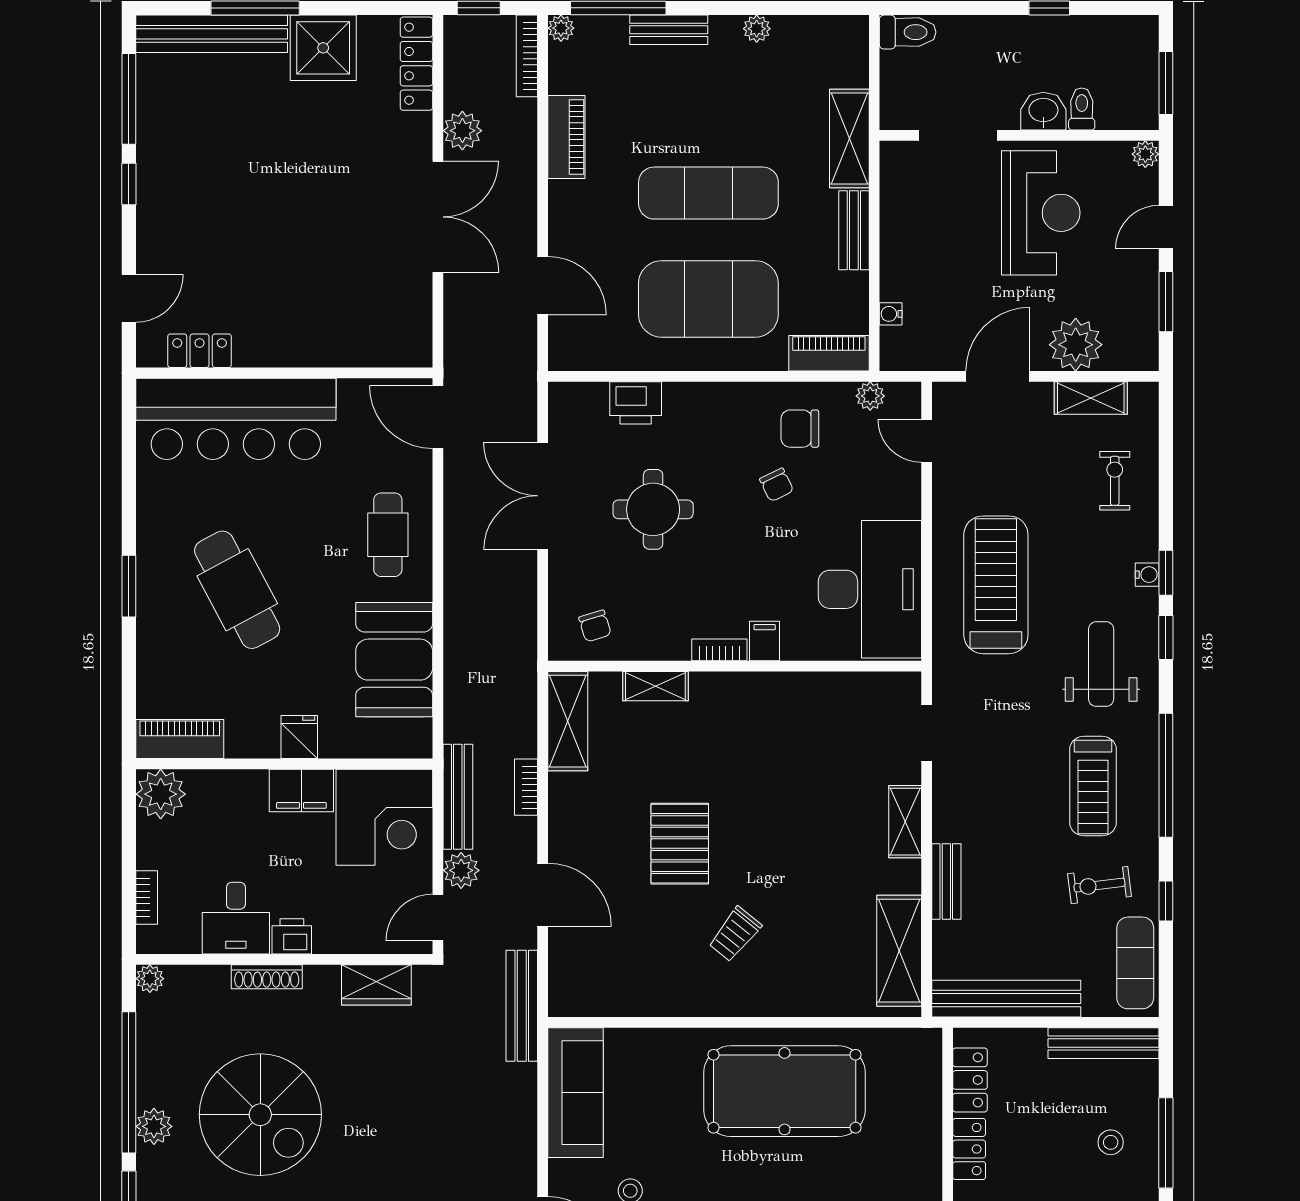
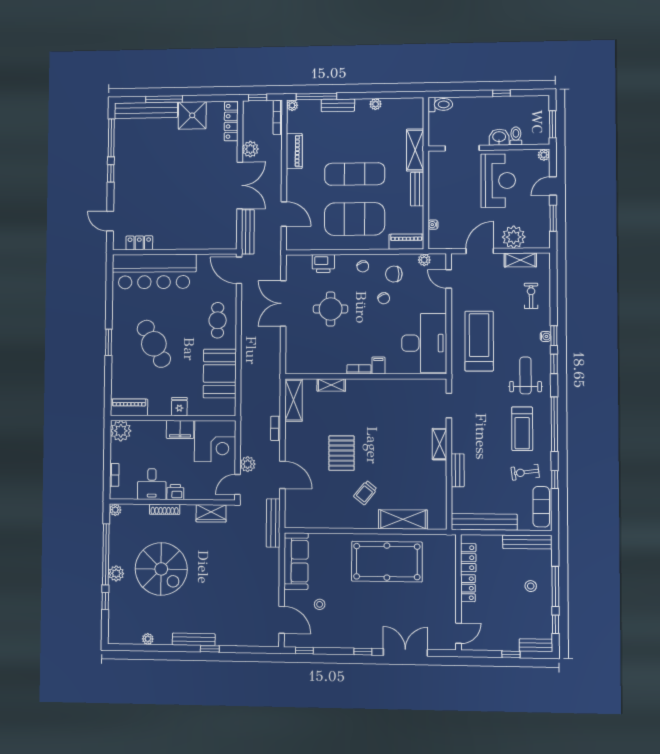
door: (129, 298) -> (110, 221), swing flipped
chair: (595, 626) -> (363, 266), moved
bench: (458, 797) -> (248, 232), moved
shelving: (899, 951) -> (403, 519), moved, turned 90

